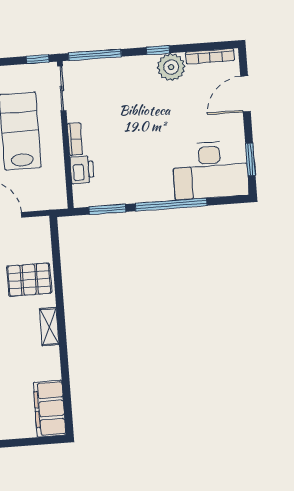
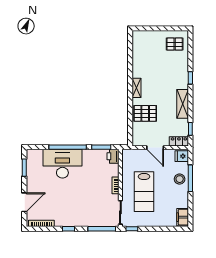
plant: (171, 67) -> (62, 219), removed
printer: (82, 170) -> (113, 156), moved
desk: (210, 170) -> (62, 164), moved
filing cabinet: (49, 409) -> (140, 45), removed

